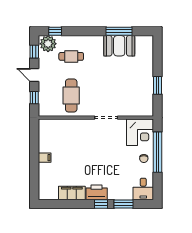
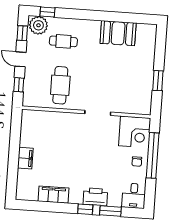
window: (119, 31) -> (119, 17), removed
filing cabinet: (45, 158) -> (25, 158), width x2.00
printer: (97, 192) -> (95, 197), moved

